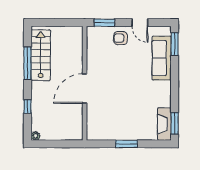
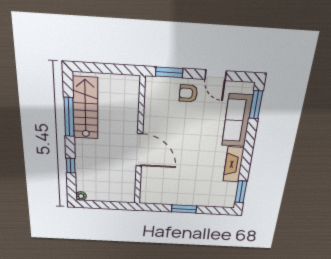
door: (85, 89) -> (139, 150), swing flipped
fireplace: (164, 124) -> (233, 164), moved

